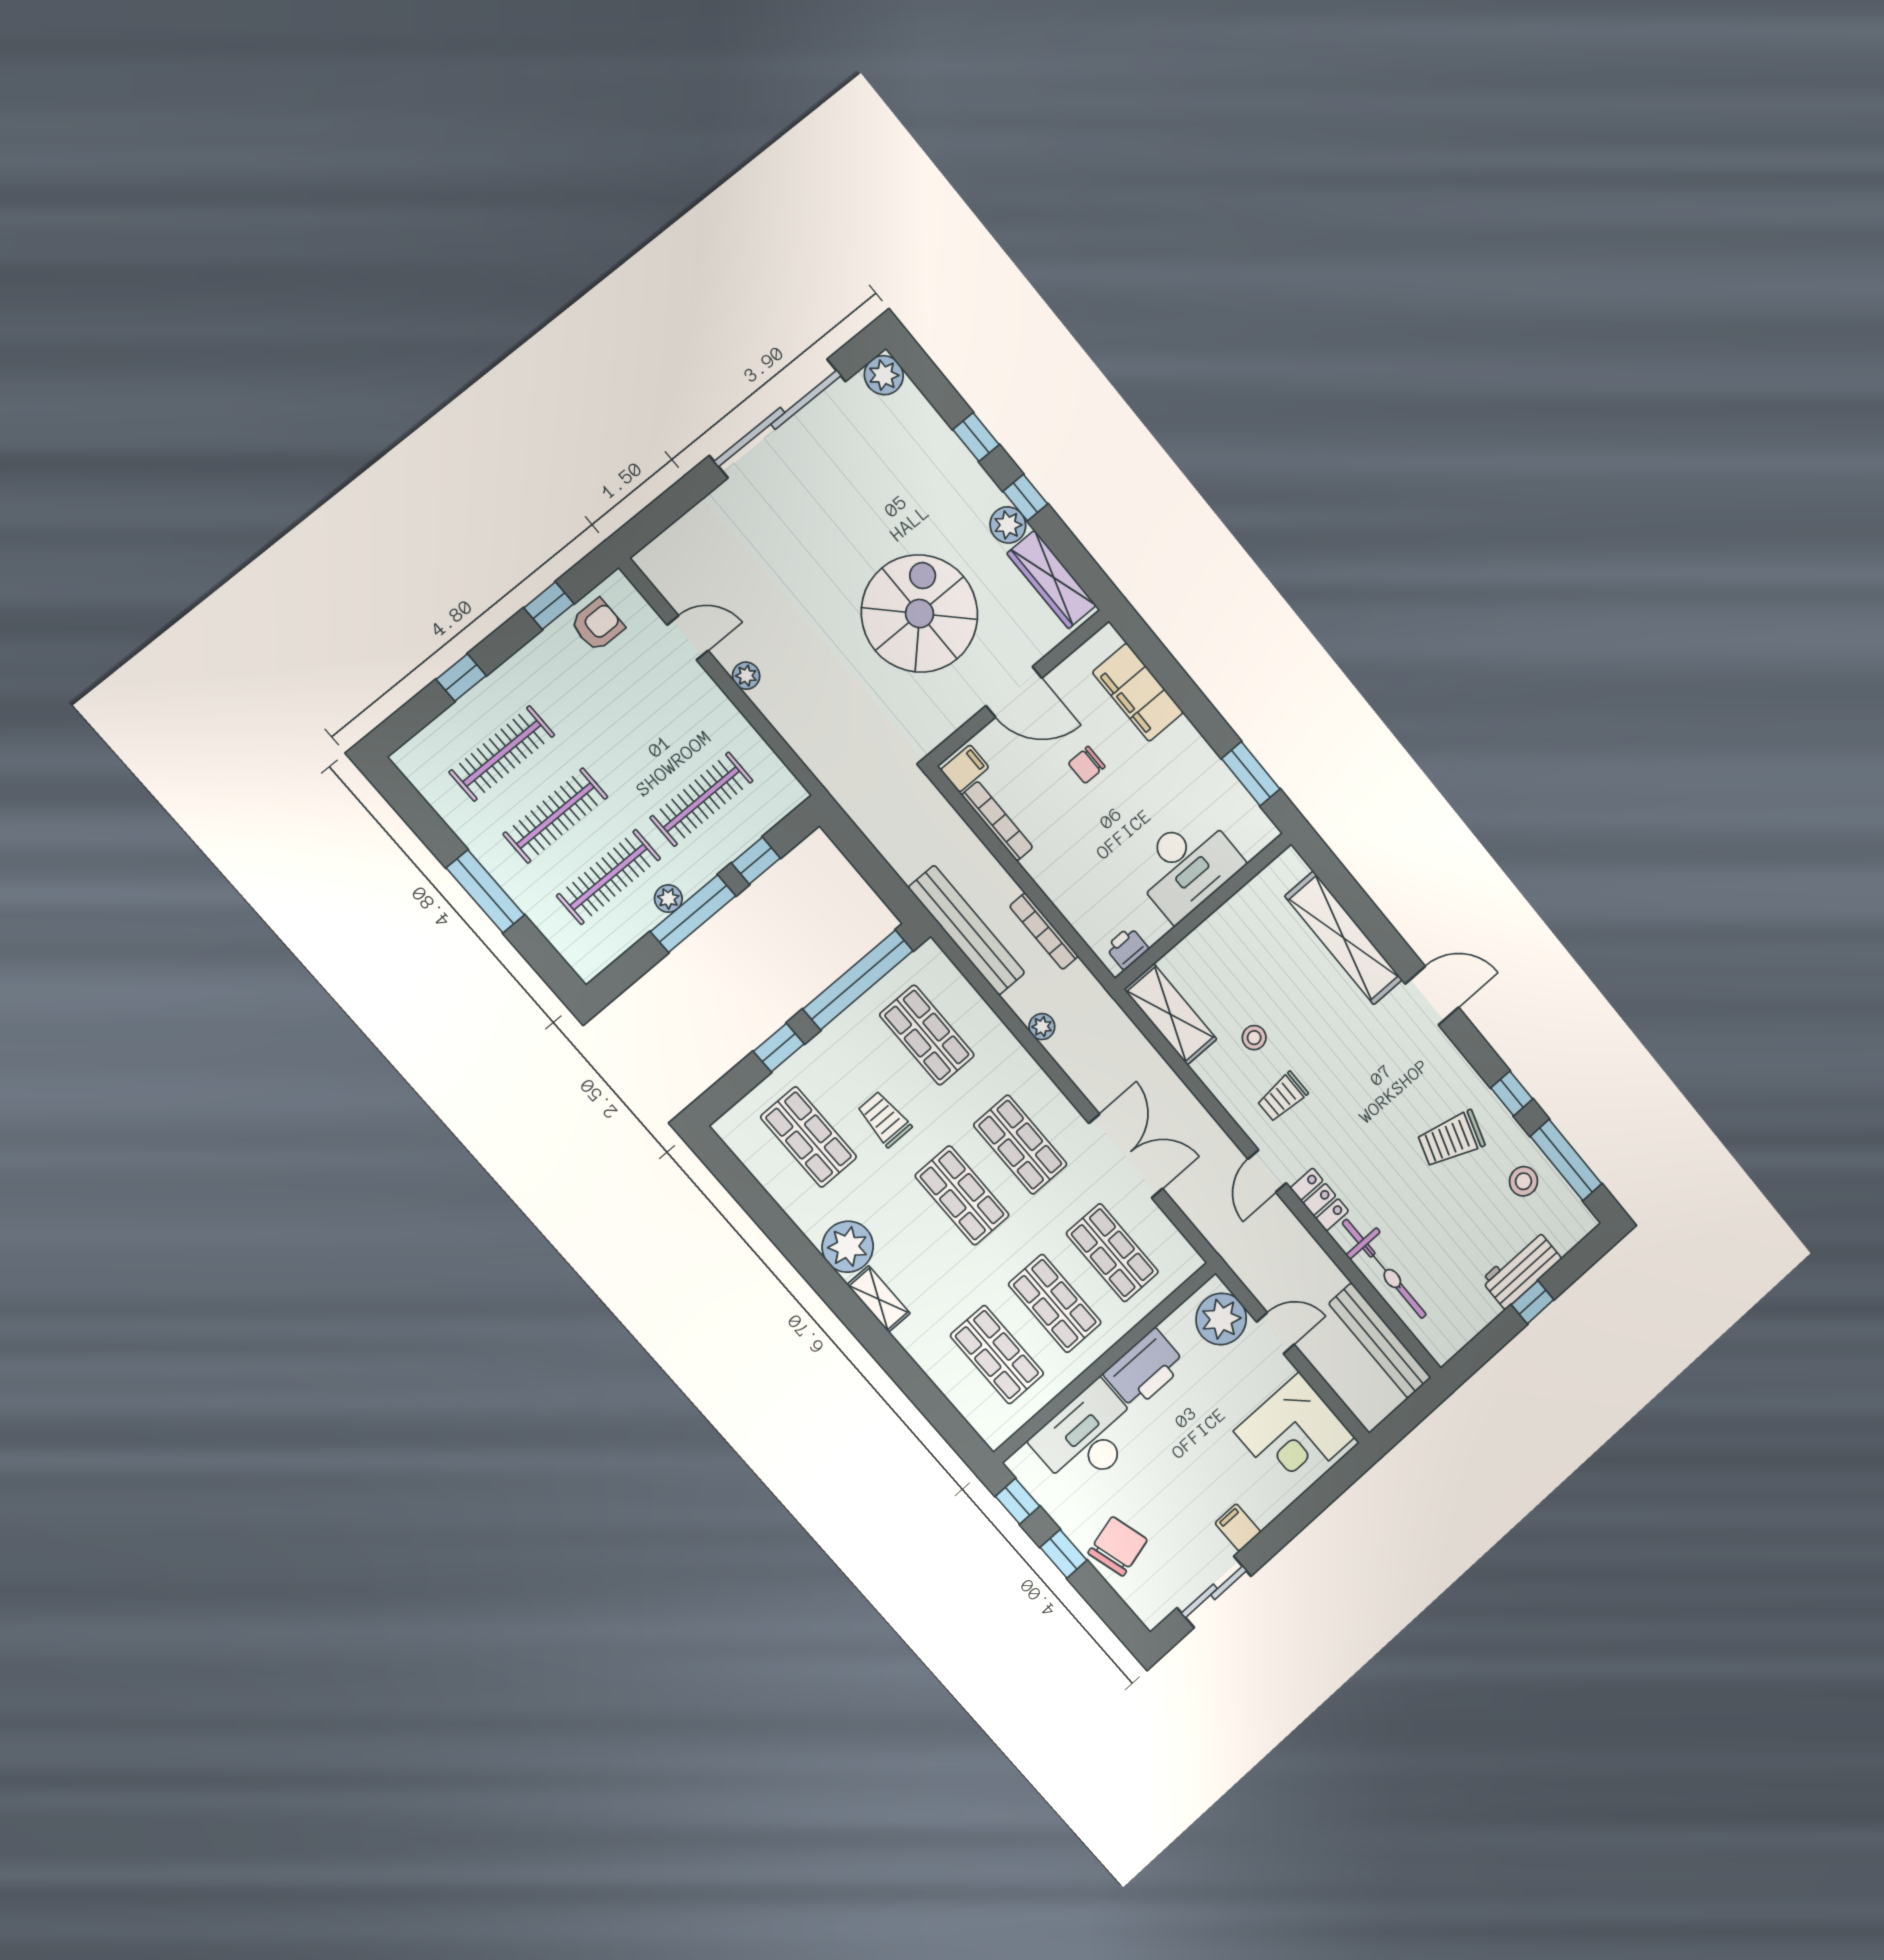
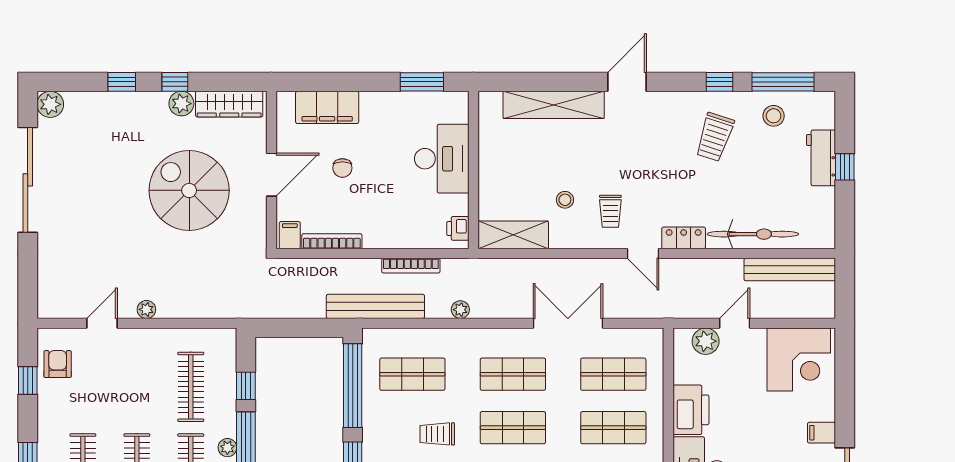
plant: (1221, 1319) -> (706, 341), width x0.73, depth x0.73

